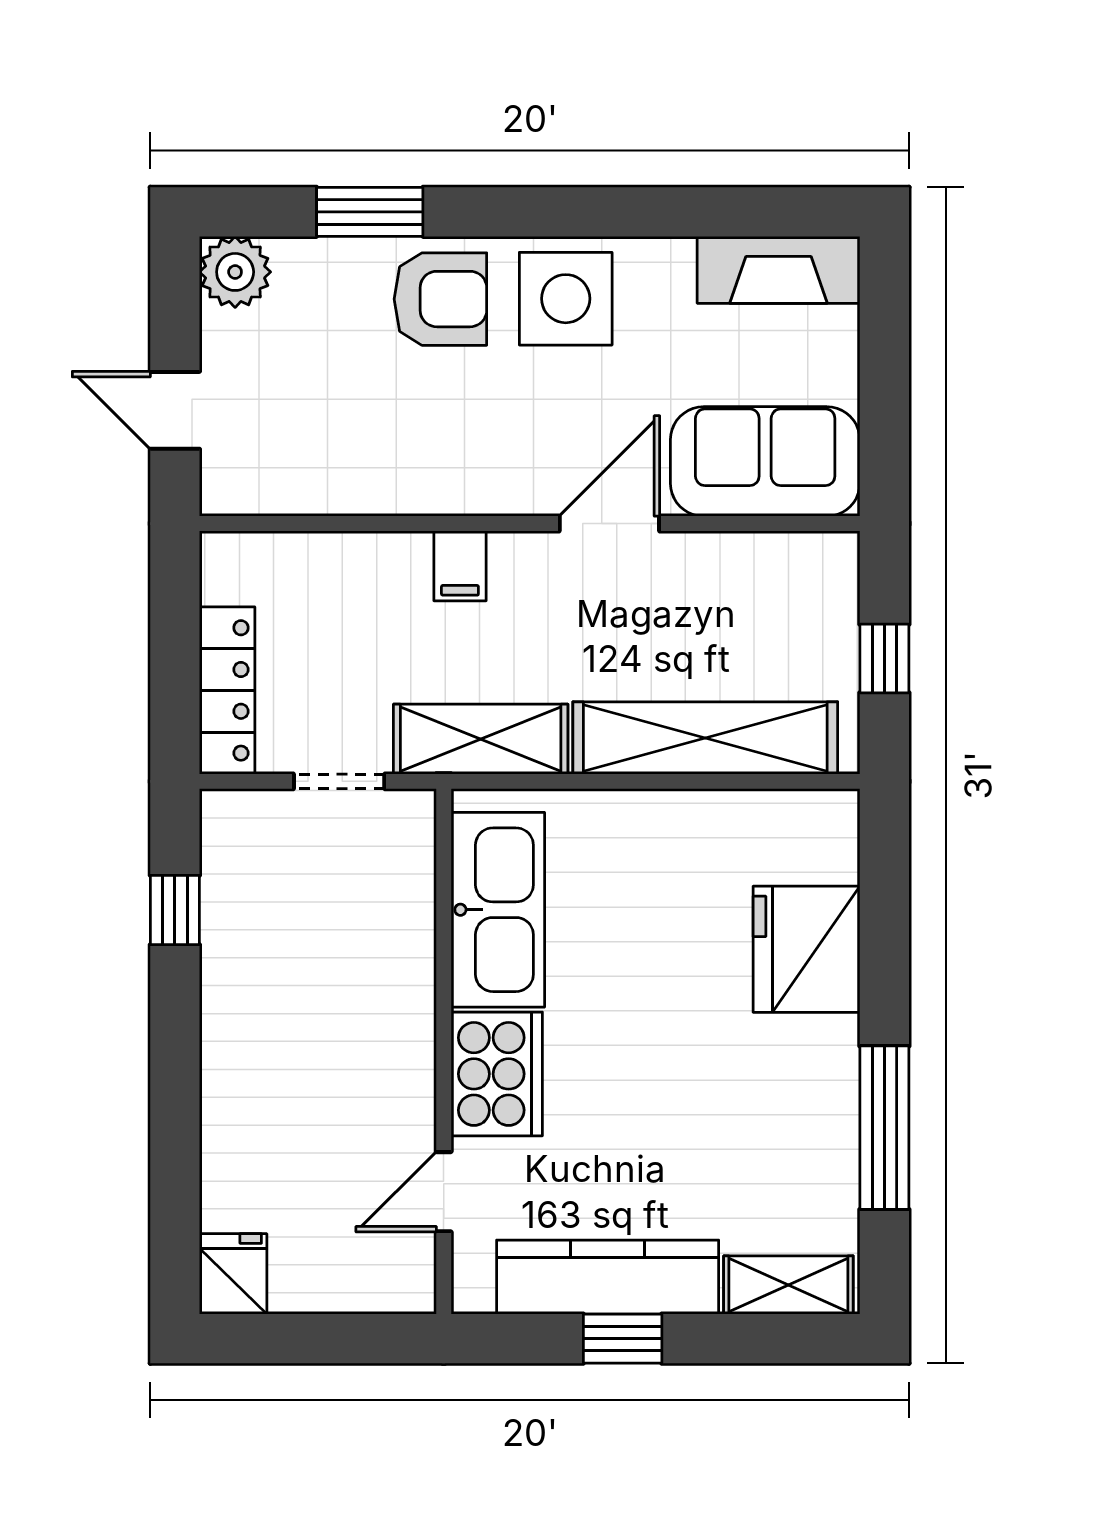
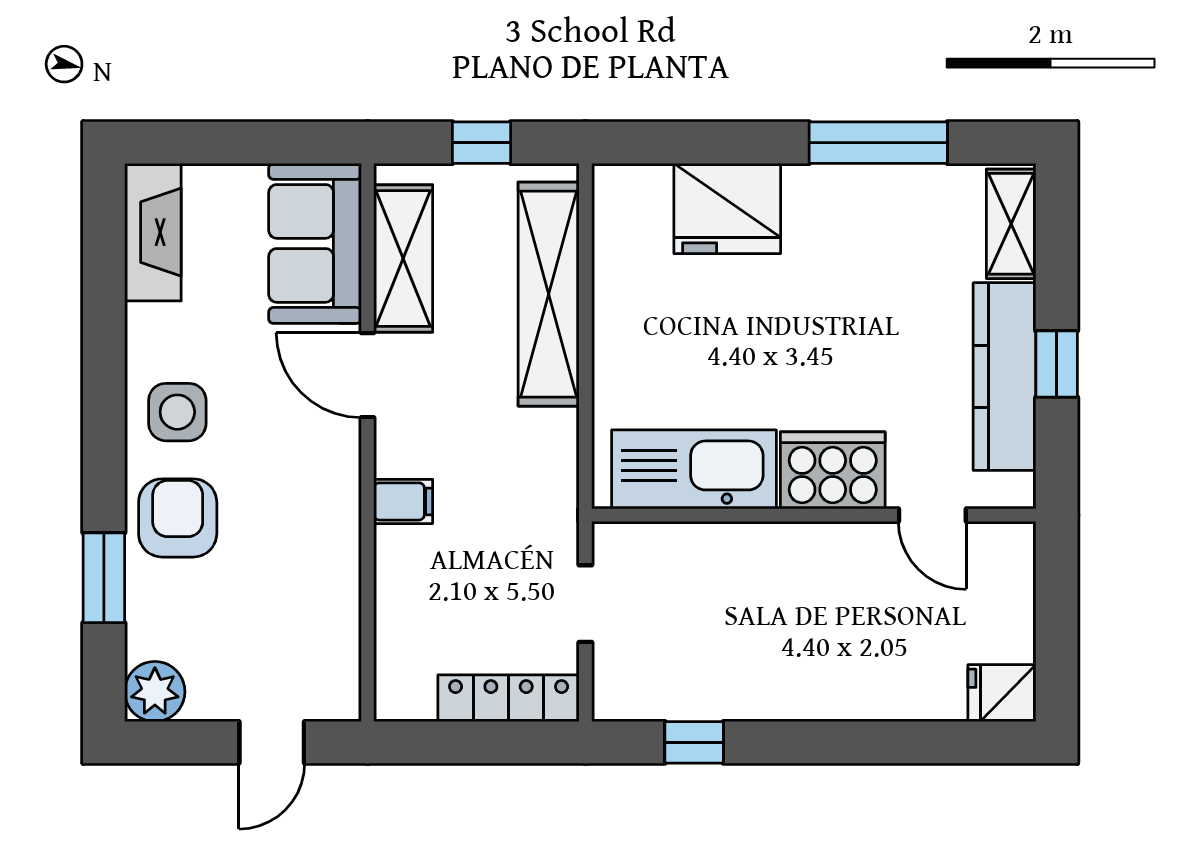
side table: (566, 299) -> (177, 412), width x0.73, depth x0.73
shelving: (481, 739) -> (403, 259), moved

